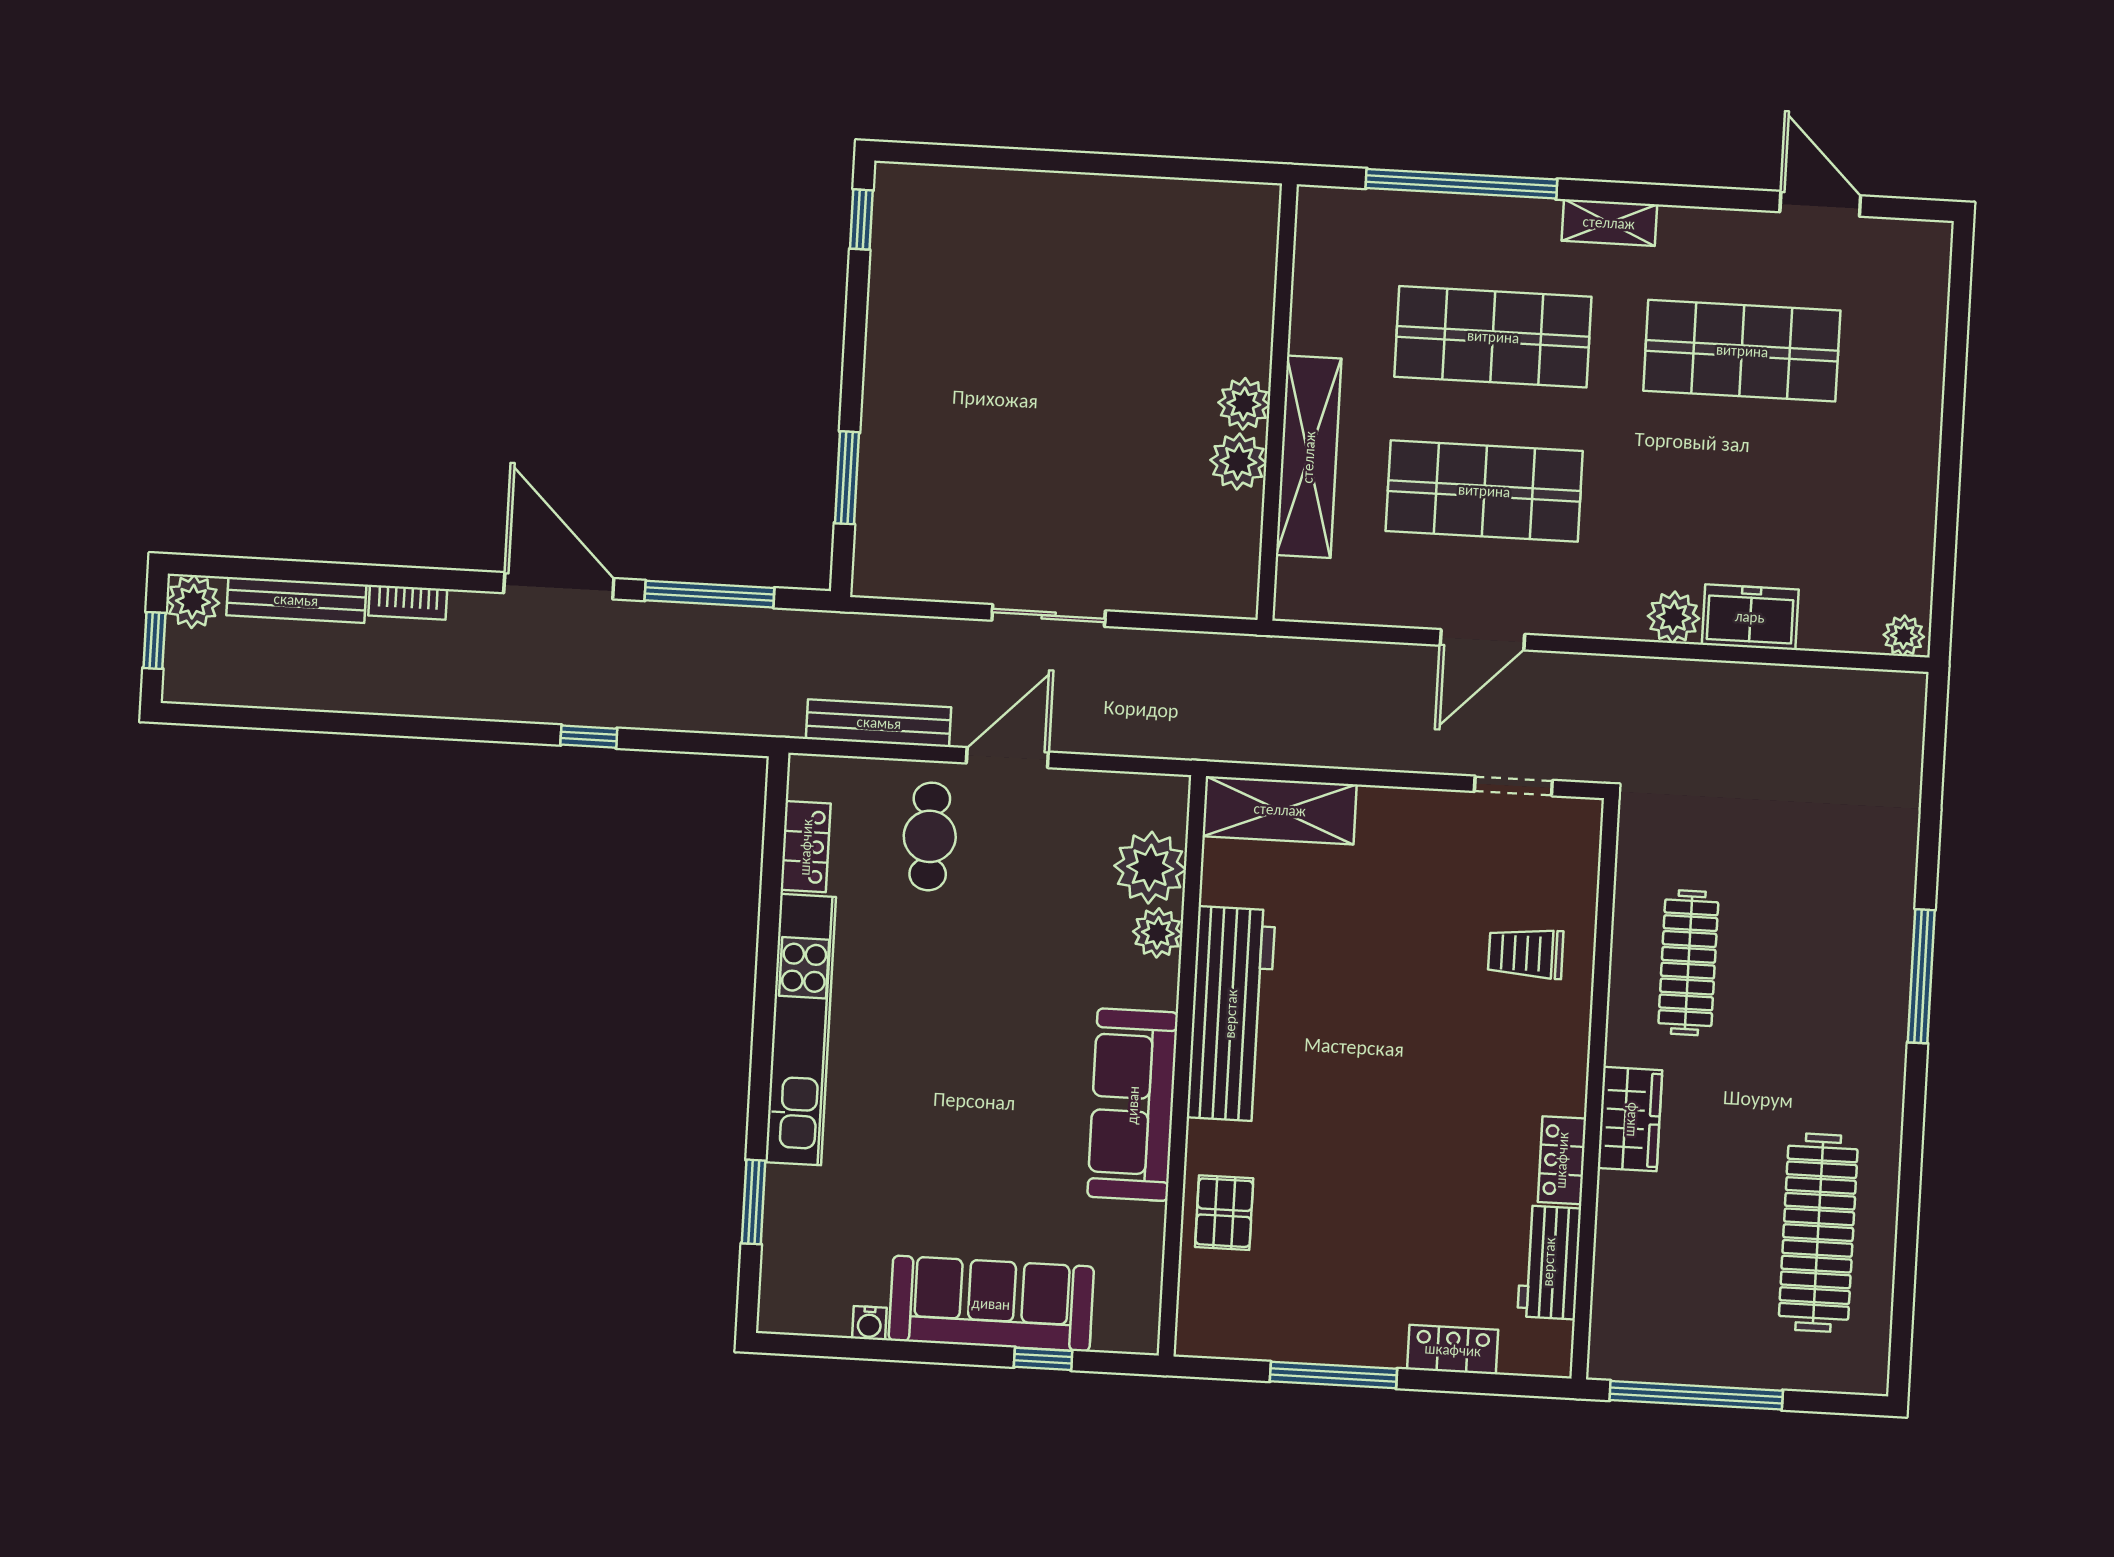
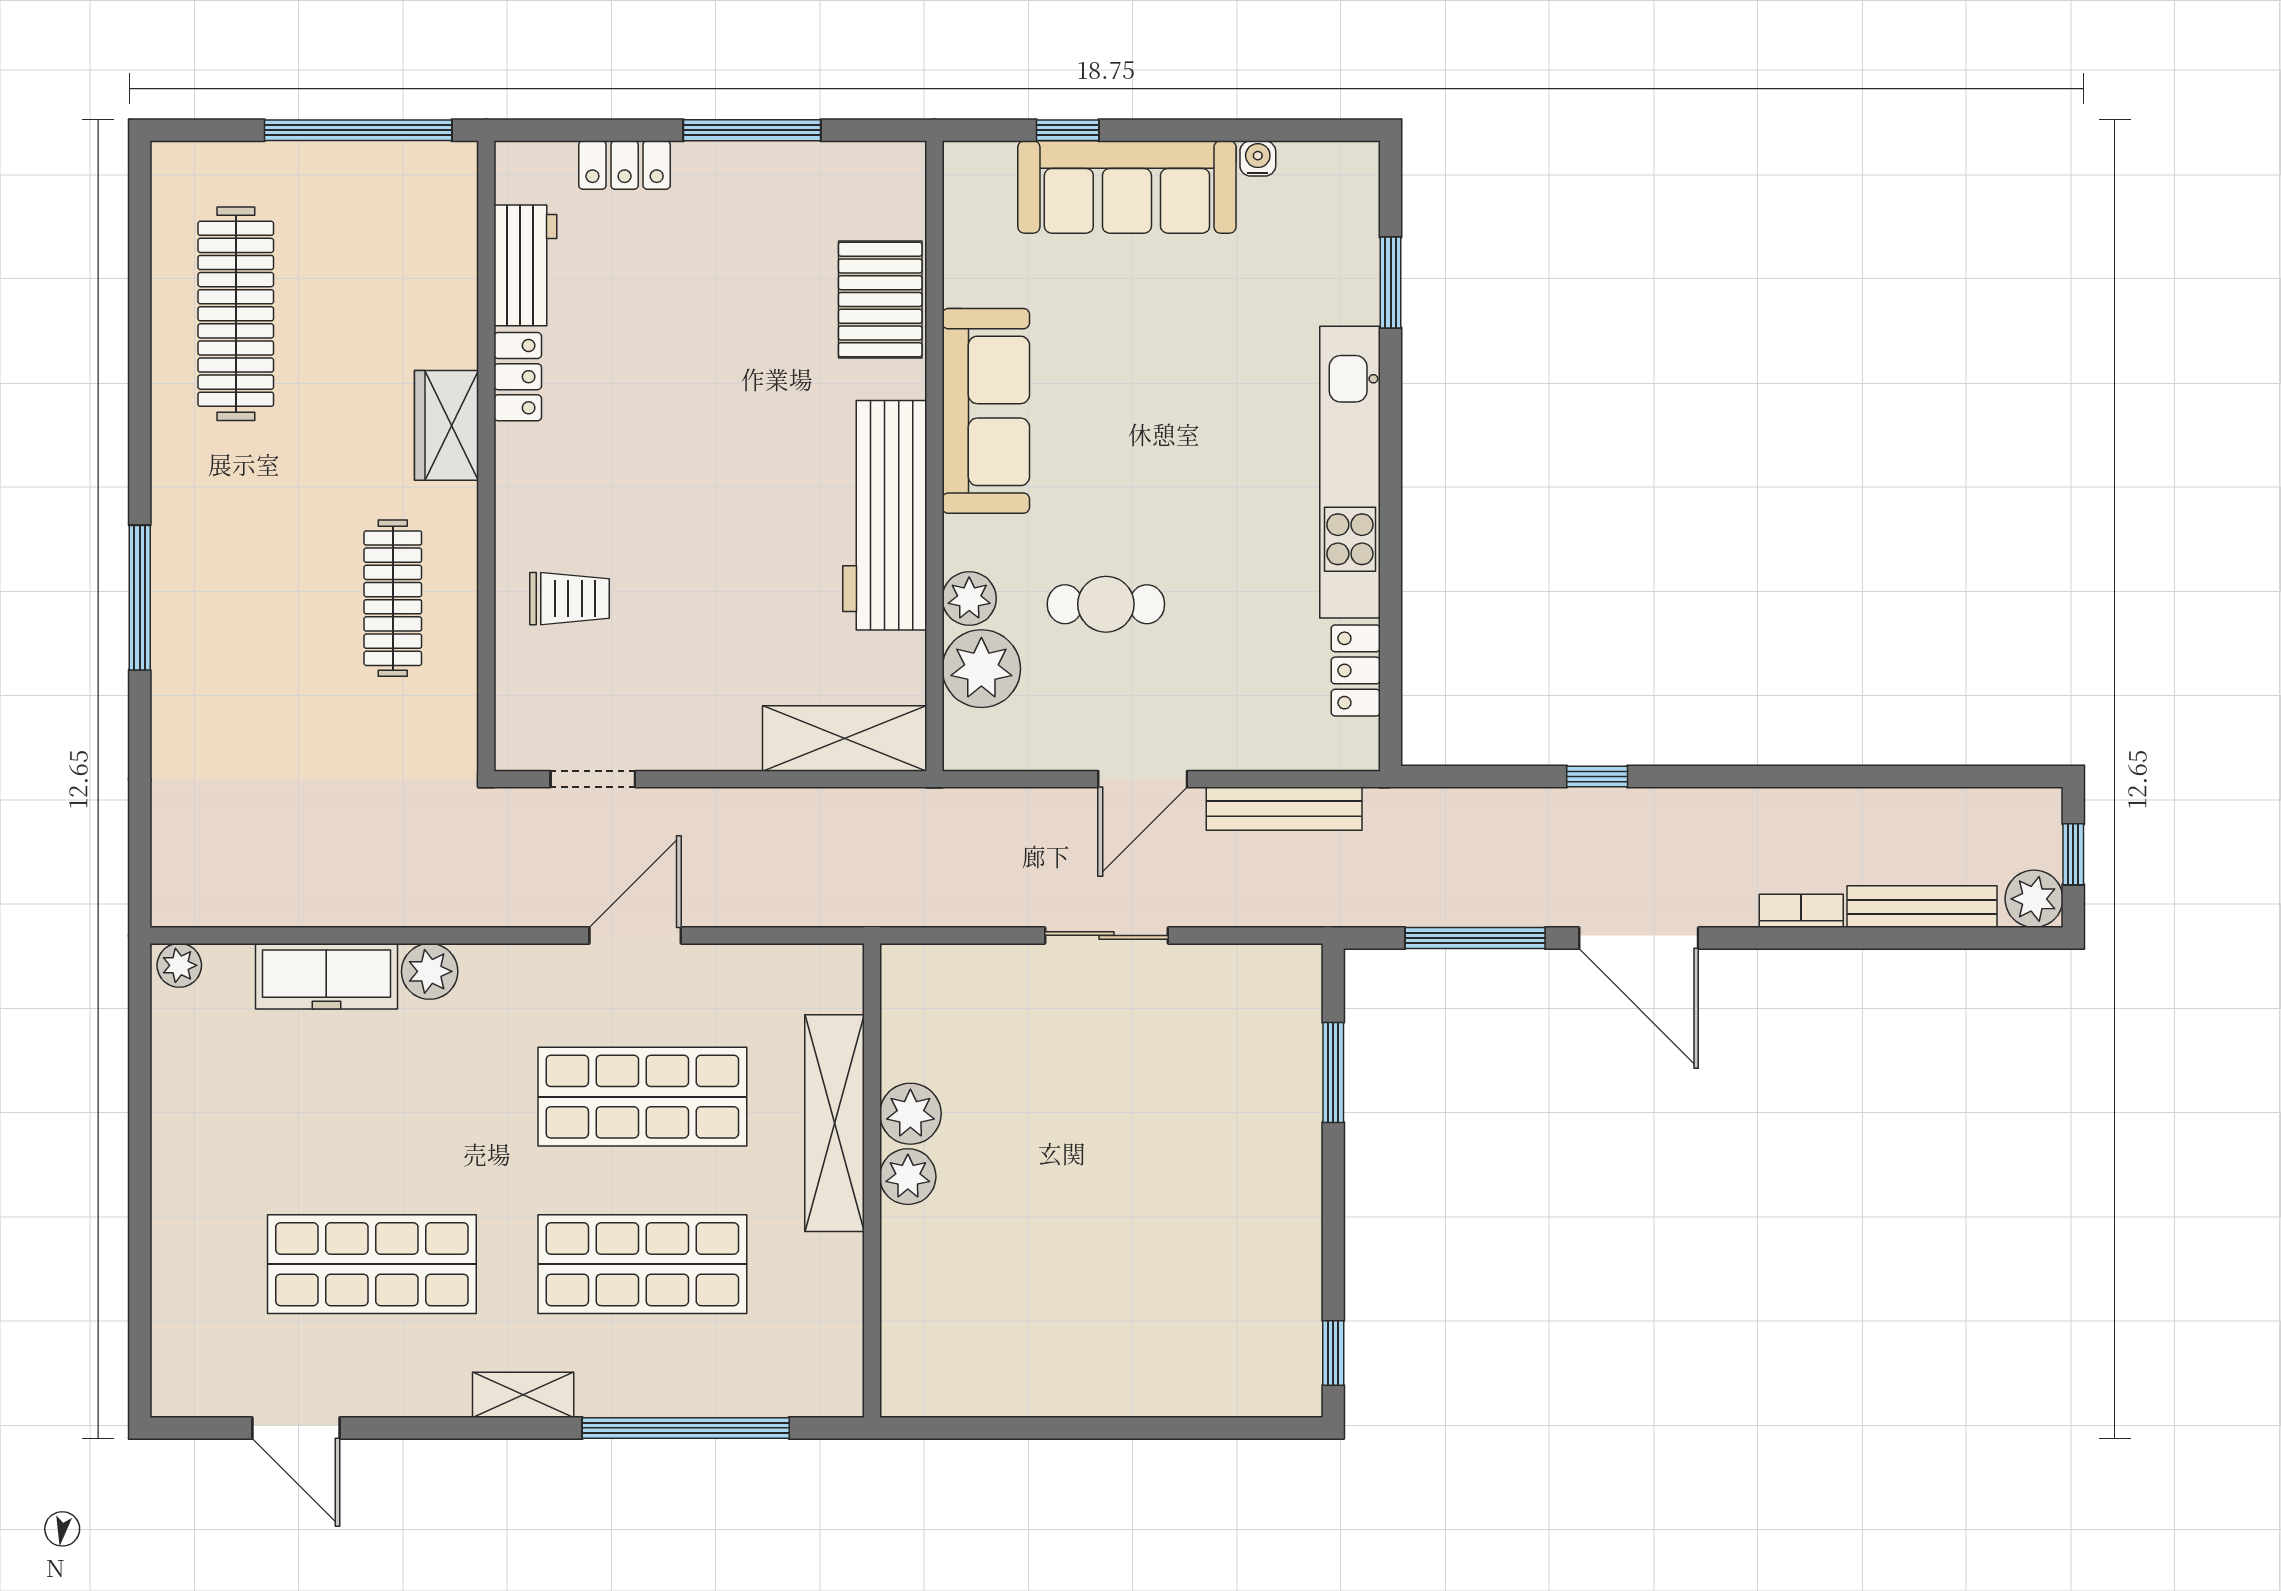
freezer: (1750, 617) -> (326, 976), width x1.40
cafe table: (930, 836) -> (1106, 604), moved, turned 90
pallet: (1224, 1213) -> (880, 299), width x1.50, depth x1.42

